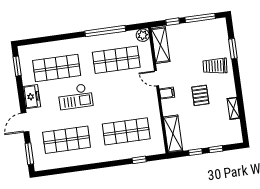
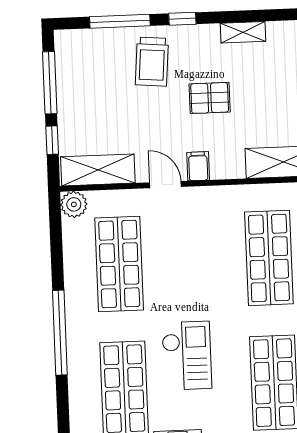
window: (105, 31) -> (60, 333), moved
window: (233, 49) -> (120, 21), width x1.44
door: (157, 78) -> (165, 185), swing flipped
window: (237, 79) -> (182, 19), added

